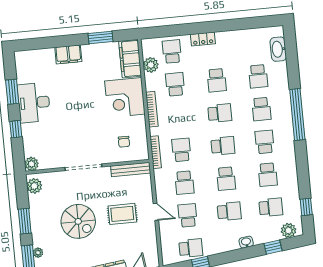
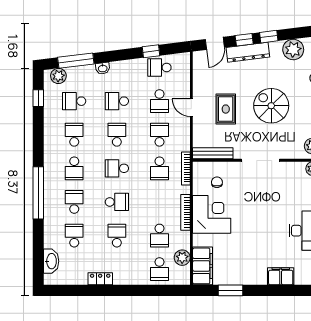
locker: (203, 39) -> (100, 279), moved
filing cabinet: (68, 54) -> (281, 276), moved
corner desk: (125, 98) -> (212, 214), moved
school desk: (220, 113) -> (117, 202), turned 180
rug: (122, 214) -> (226, 109), turned 90
window: (273, 247) -> (76, 61), width x2.17

